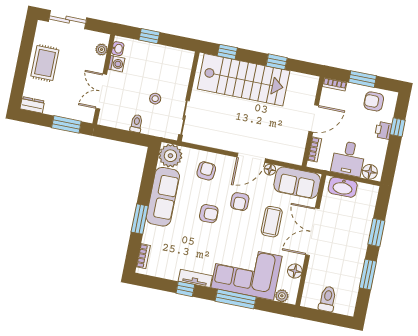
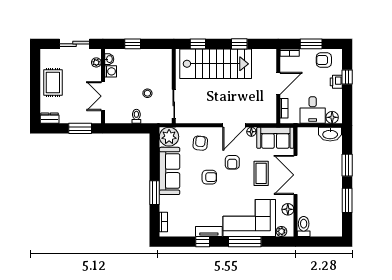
sliding door: (68, 20) -> (75, 44), moved
washbasin: (343, 187) -> (330, 134), moved
toilet: (327, 299) -> (304, 226), moved

